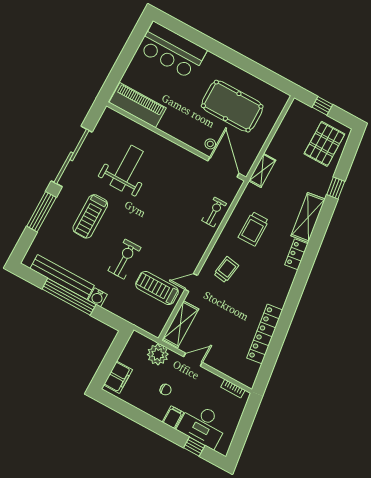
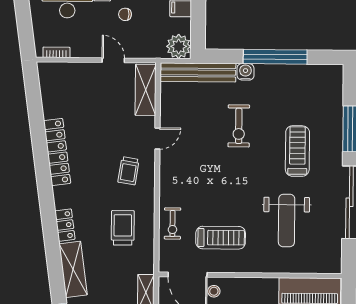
bench: (62, 277) -> (198, 72), moved
treadmill: (157, 288) -> (221, 238), moved
locker: (265, 334) -> (57, 152), moved
plant: (158, 354) -> (179, 46), moved
door: (193, 360) -> (113, 60), swing flipped

